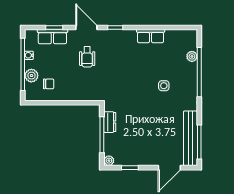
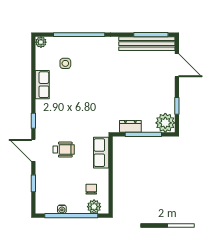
door: (86, 27) -> (33, 150), hinge flipped
row of seats: (52, 37) -> (101, 153), moved, turned 180
plant: (192, 56) -> (41, 42), moved
plant: (31, 76) -> (94, 207), moved
side table: (164, 86) -> (65, 63), moved
plant: (109, 161) -> (165, 123), width x1.88, depth x1.88

